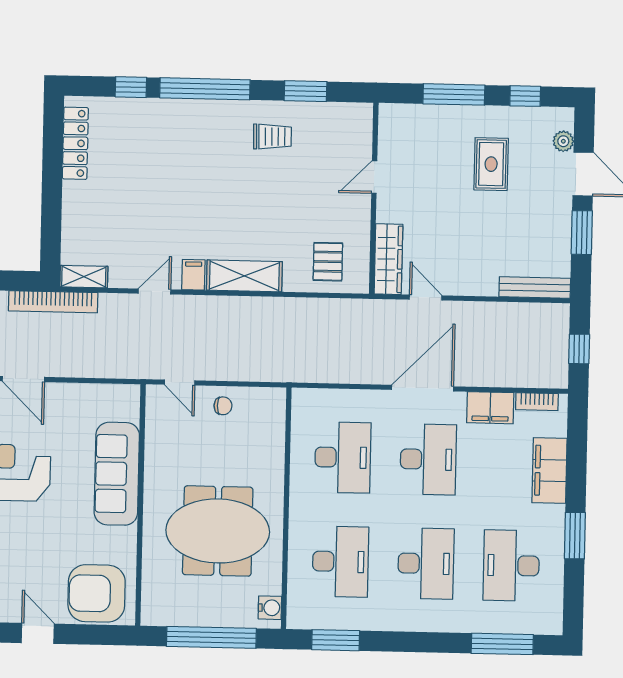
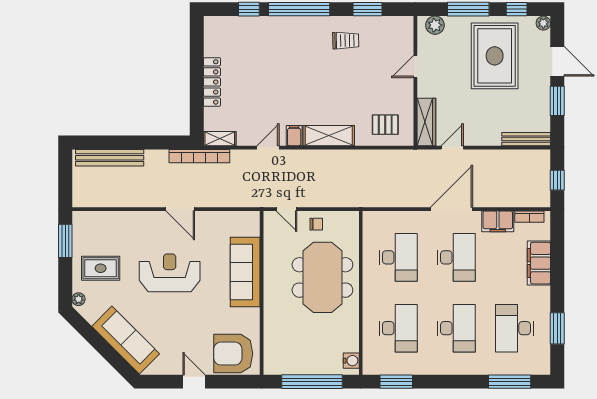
plant: (404, 117) -> (435, 25), added
plant: (563, 141) -> (543, 23), moved
locker: (75, 143) -> (212, 82), moved
rug: (491, 164) -> (495, 56), width x1.86, depth x2.06
pallet: (328, 262) -> (385, 125), turned 90
door: (426, 298) -> (452, 148), hinge flipped
meeting table: (218, 531) -> (322, 277), moved, turned 90
window: (575, 536) -> (557, 328), moved

